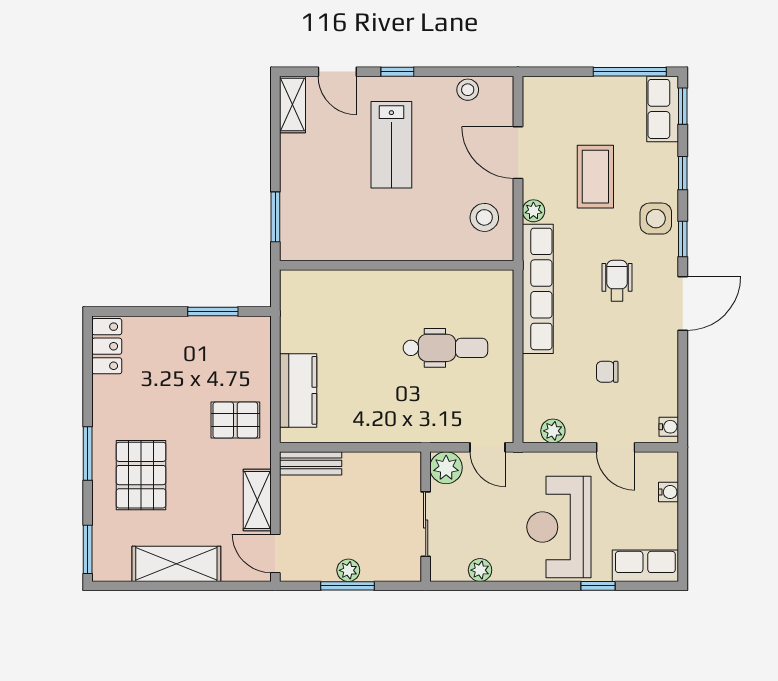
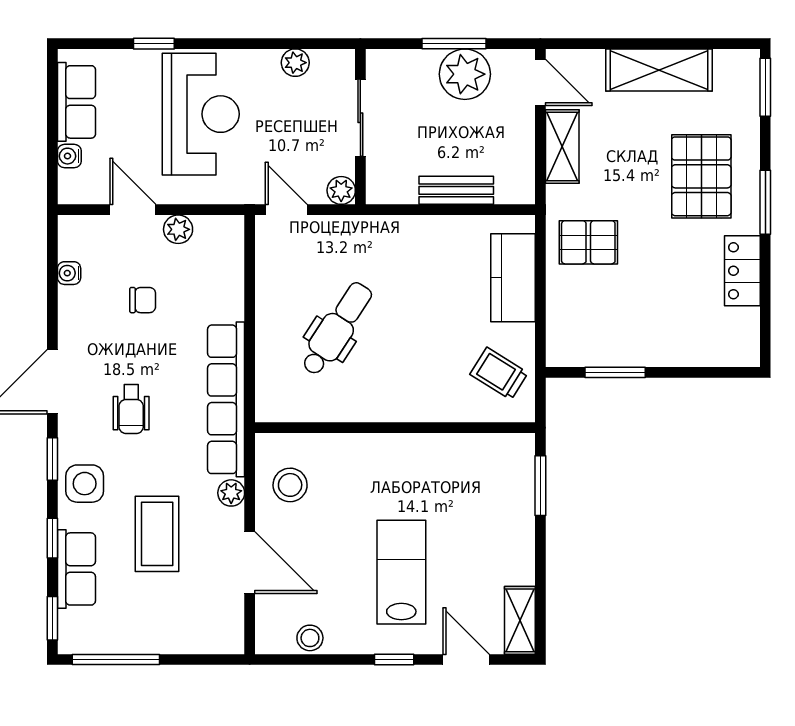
row of seats: (663, 109) -> (76, 569), moved
trolley: (310, 310) -> (499, 374), added
locker: (107, 346) -> (742, 271), moved
dental chair: (445, 348) -> (337, 329), turned 123
water cooler: (669, 427) -> (69, 273), moved
plant: (553, 431) -> (178, 229), moved
bench: (311, 463) -> (456, 190), moved
plant: (446, 468) -> (341, 190), width x0.73, depth x0.73
row of seats: (645, 566) -> (77, 102), moved, turned -90
plant: (348, 570) -> (465, 74), width x1.88, depth x1.88

